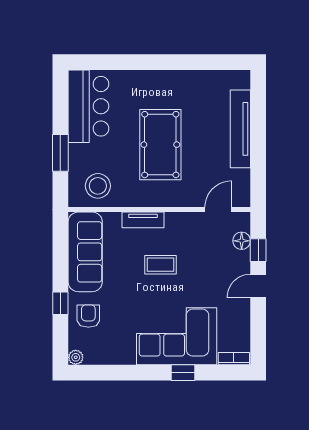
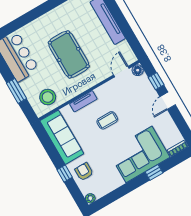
floor lamp: (242, 241) -> (138, 70), moved

